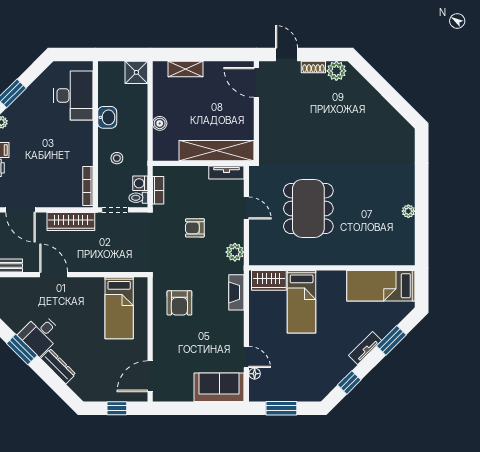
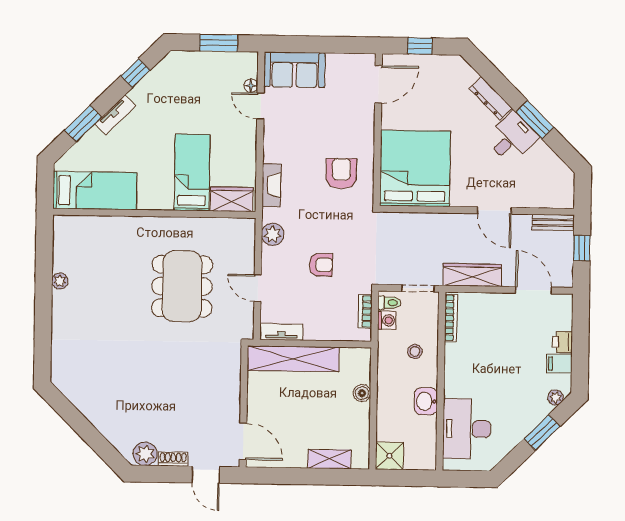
bed: (119, 308) -> (415, 168), width x2.04

